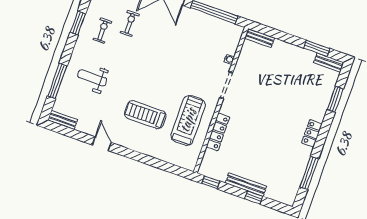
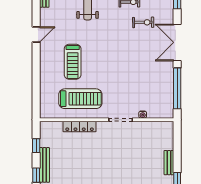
bench: (260, 38) -> (169, 163), moved
treadmill: (145, 115) -> (73, 62), turned 180
window: (211, 182) -> (36, 146), moved

